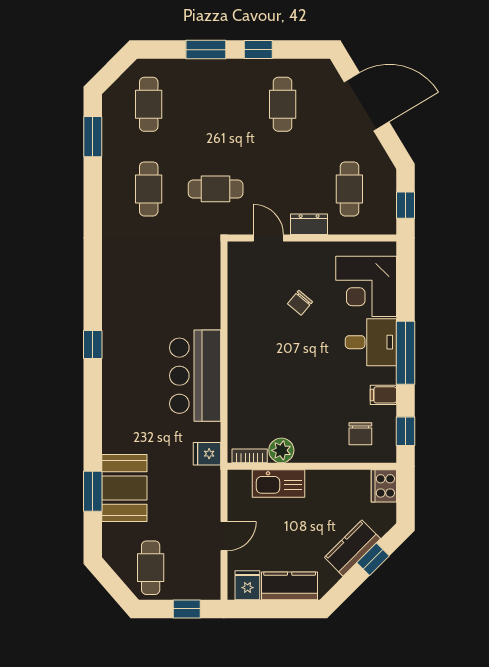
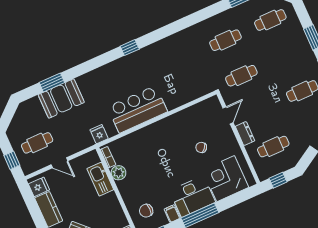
cafe table: (216, 189) -> (241, 76), turned 90
desk: (371, 342) -> (193, 197), width x1.37
cafe table: (151, 568) -> (37, 143), moved

